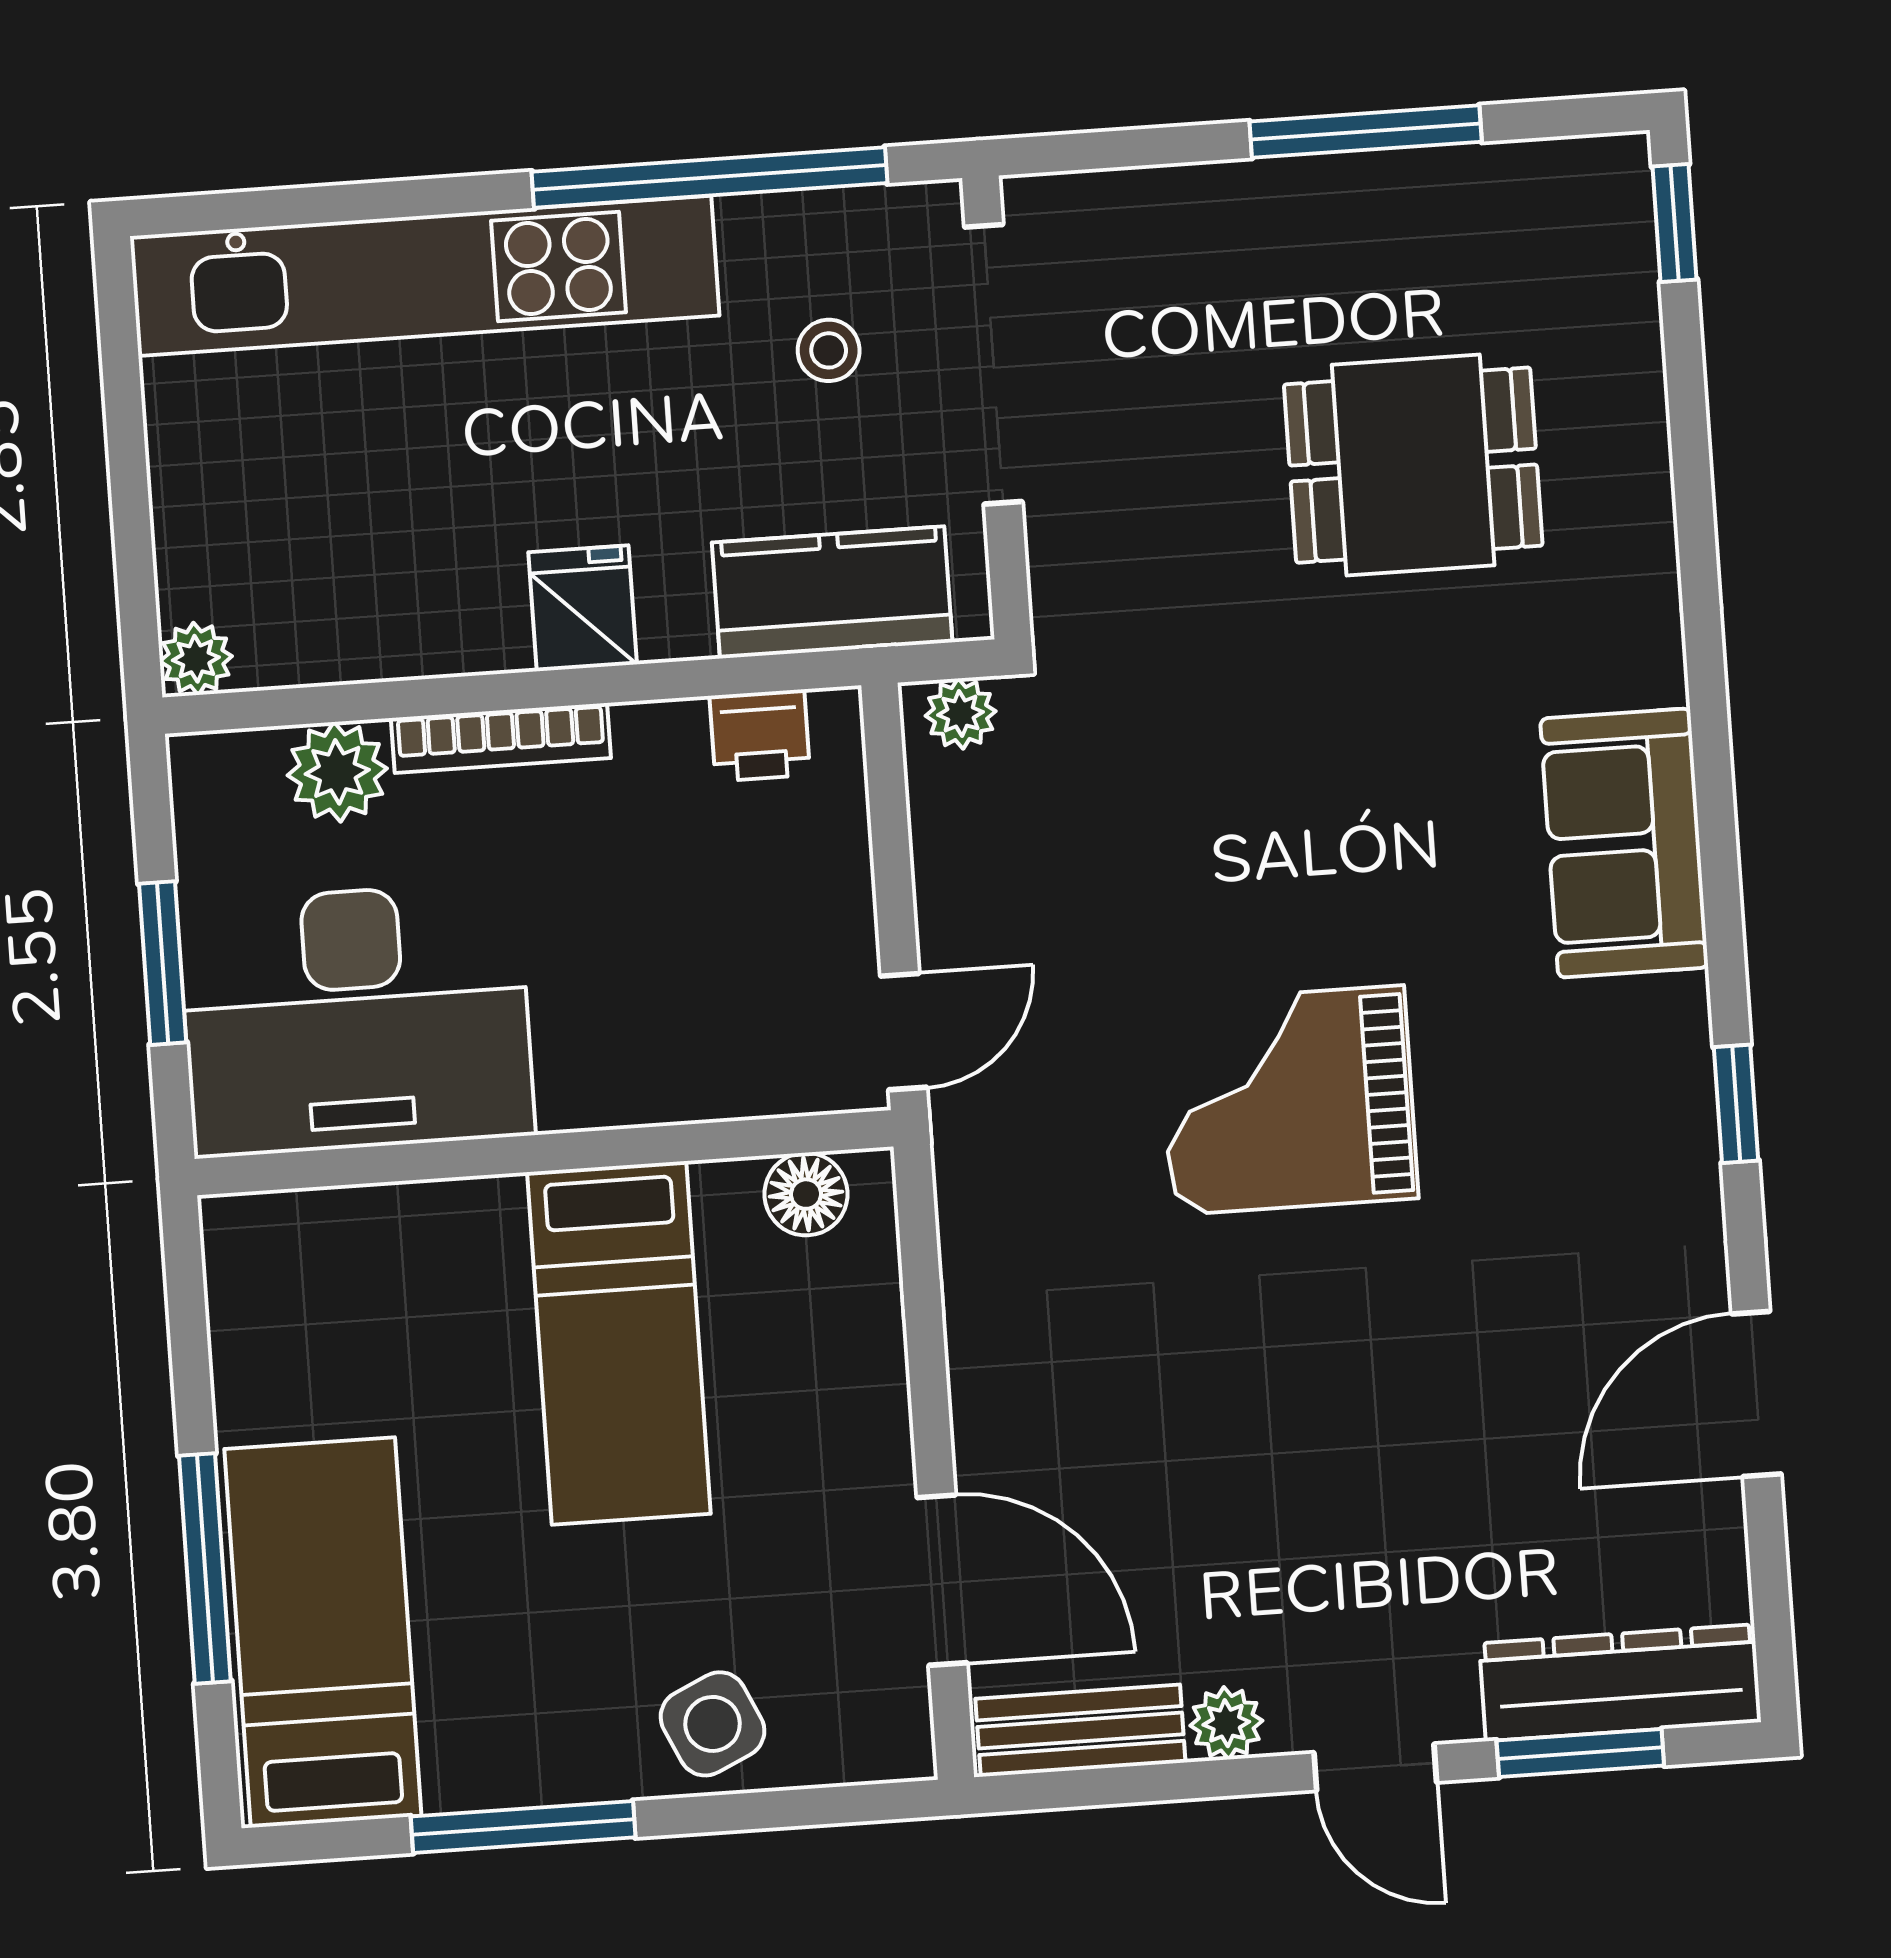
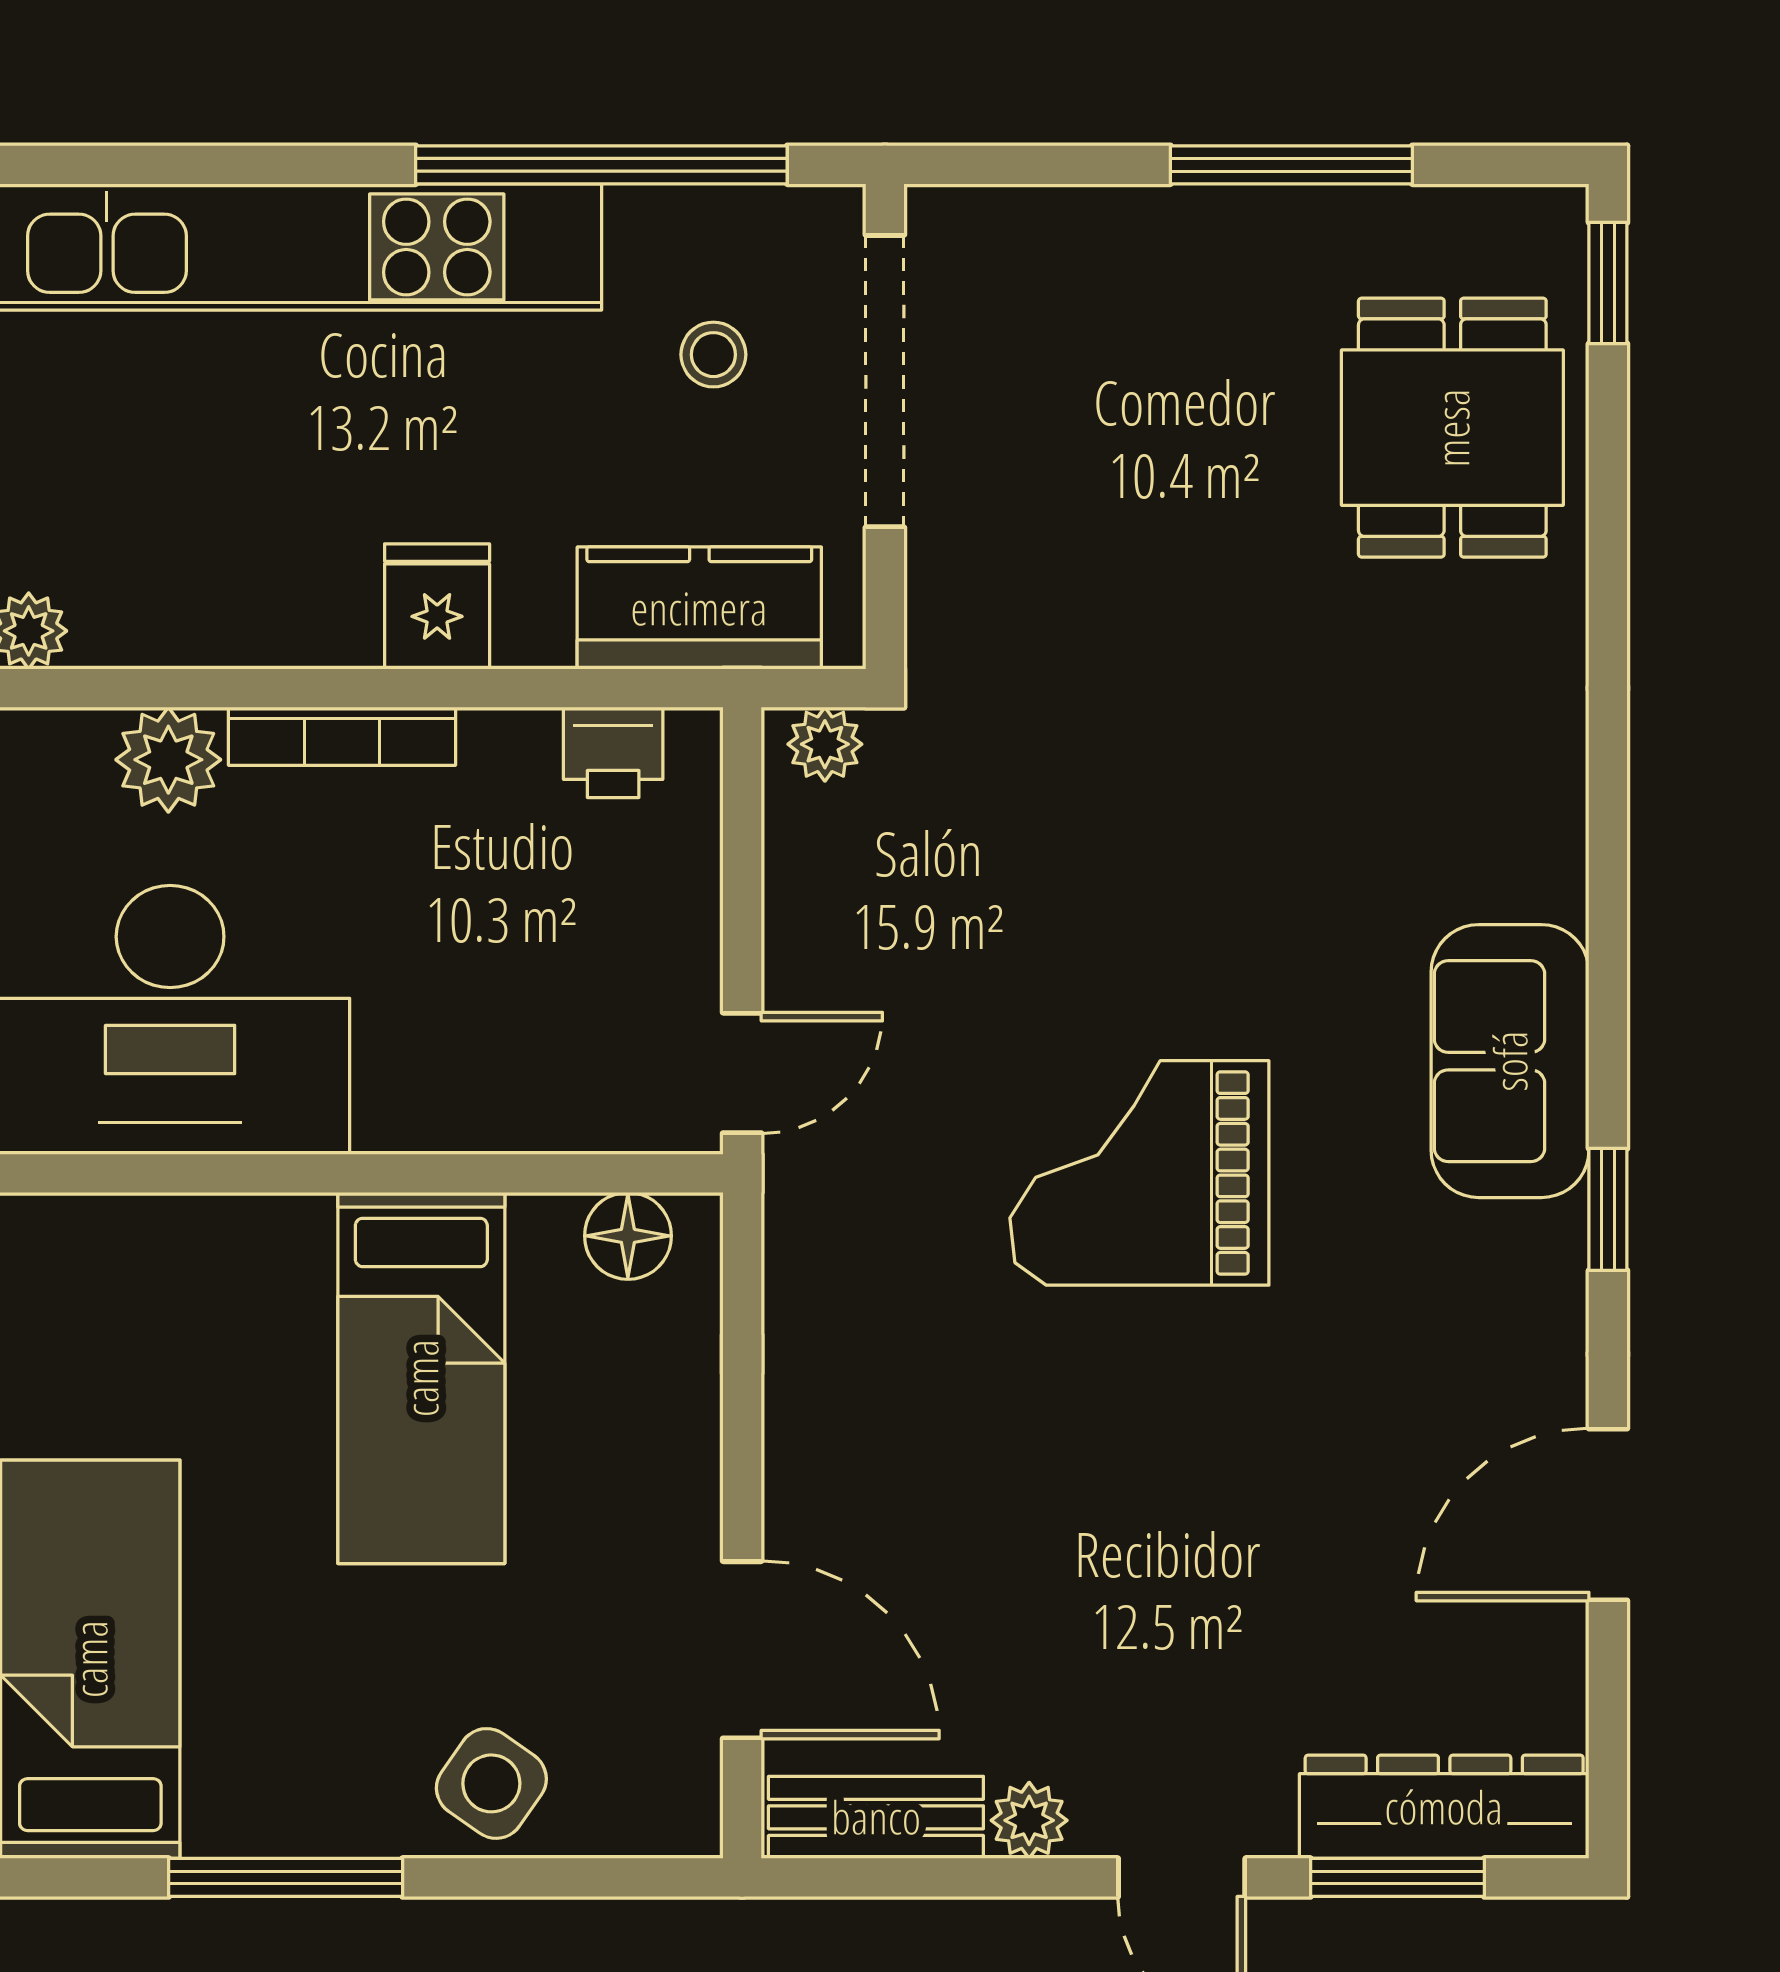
dining table: (1413, 465) -> (1452, 428), moved, turned 90
sofa: (1624, 843) -> (1510, 1061), moved
side table: (713, 1724) -> (491, 1783), turned -30

